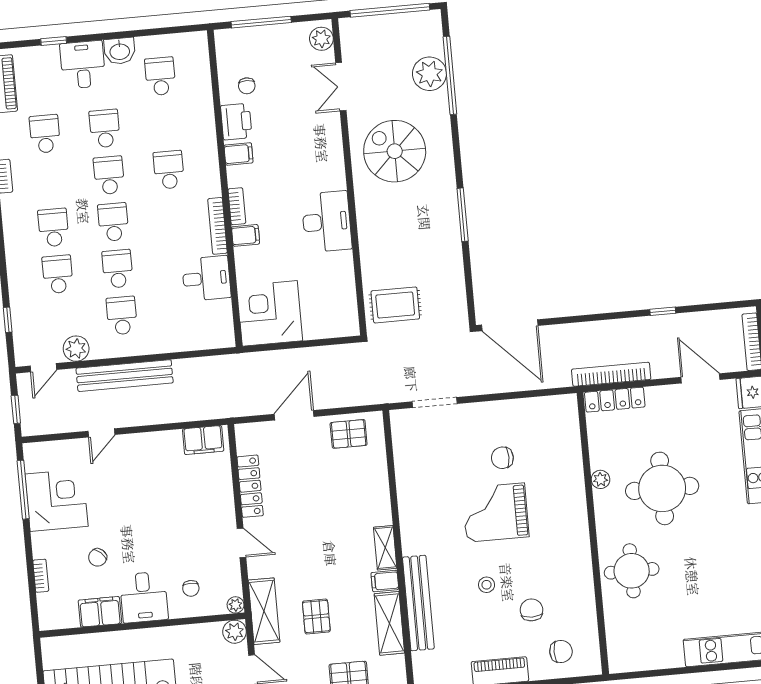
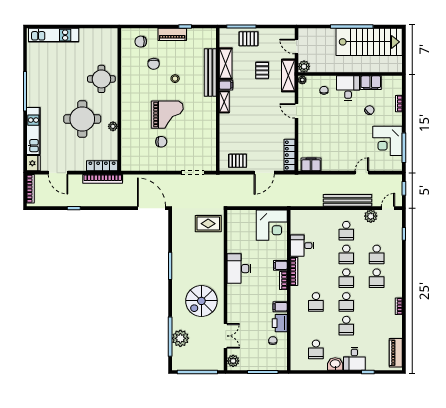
school desk: (45, 134) -> (377, 326), removed
spiral stairs: (395, 151) -> (201, 301), turned 90
locker: (250, 486) -> (289, 155), moved

